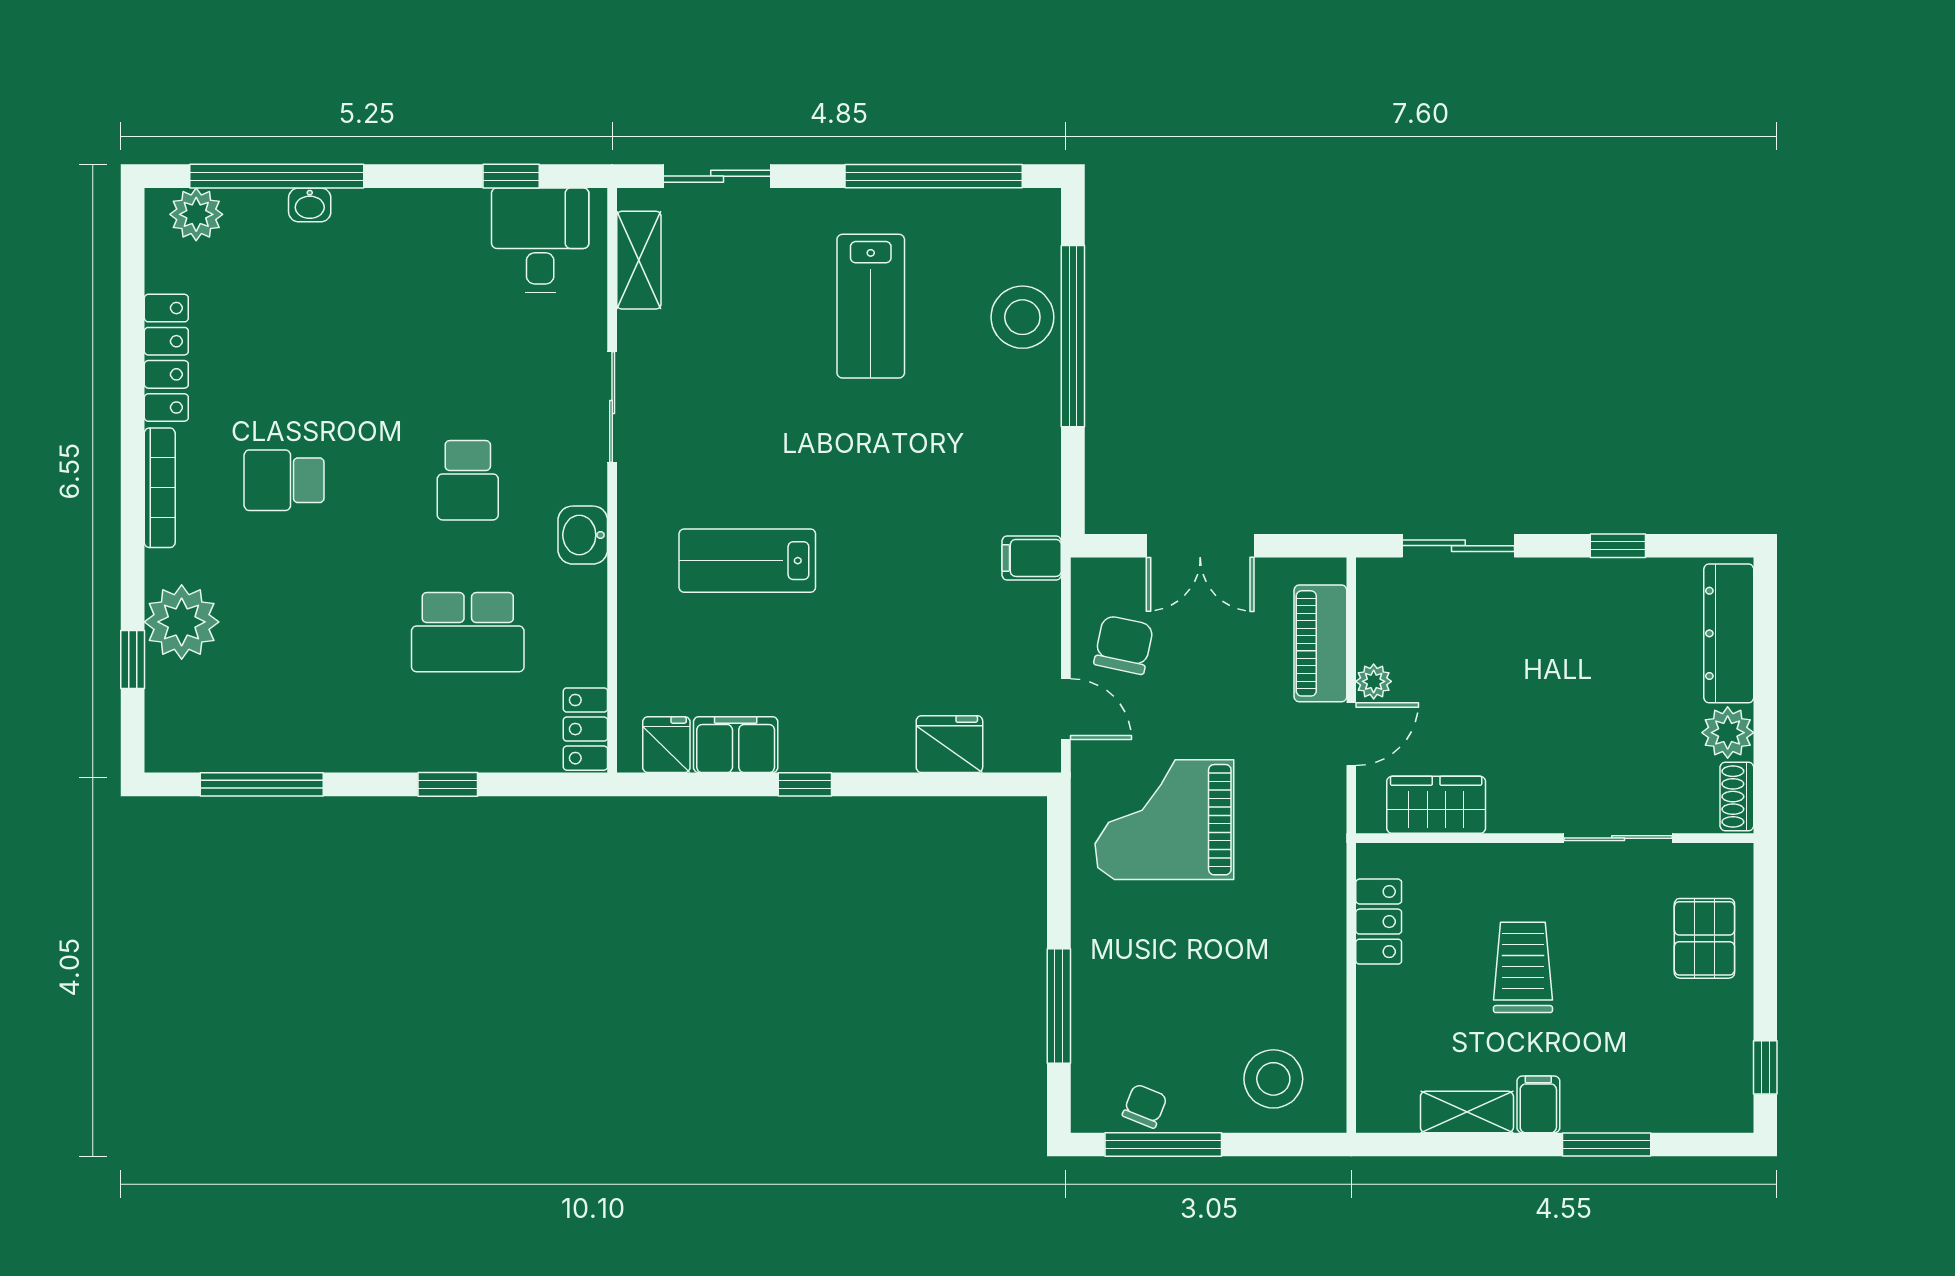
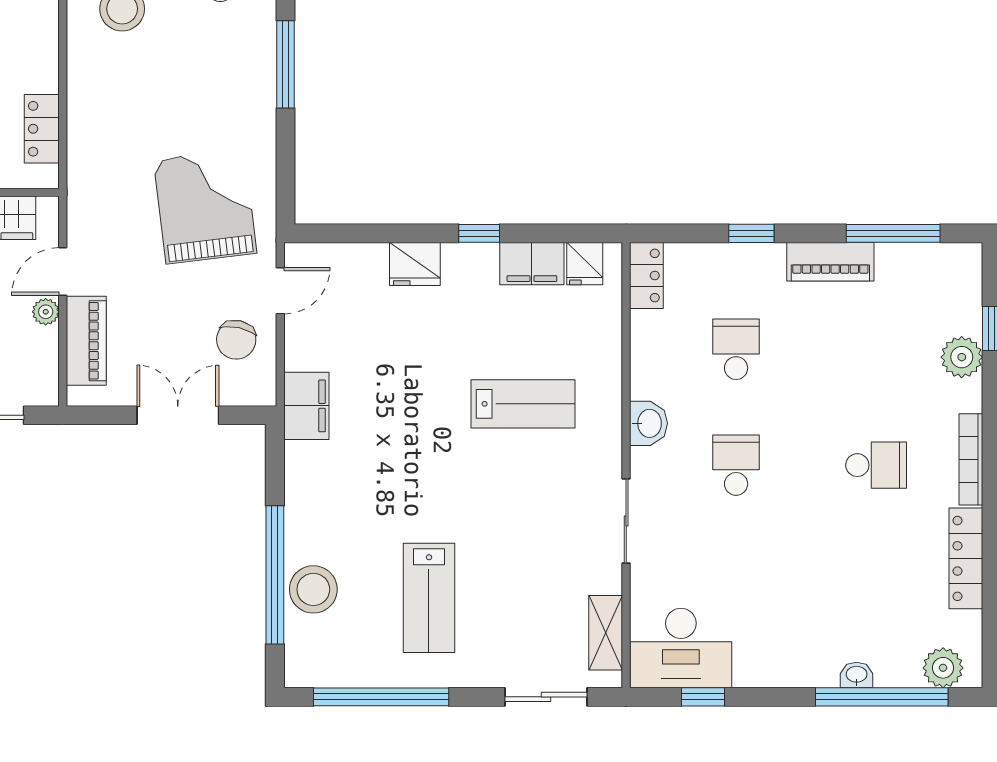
desk: (540, 240) -> (681, 648), width x1.37
lab bench: (871, 306) -> (429, 598), turned 180
filing cabinet: (1032, 558) -> (306, 406), width x2.00
plant: (182, 622) -> (962, 357), width x0.73, depth x0.73
school desk: (468, 632) -> (736, 349), width x0.54
door: (1066, 709) -> (280, 291), swing flipped
fridge: (949, 744) -> (415, 264), moved
piano: (344, 747) -> (830, 262), added
grand piano: (1164, 820) -> (205, 206), turned -97

